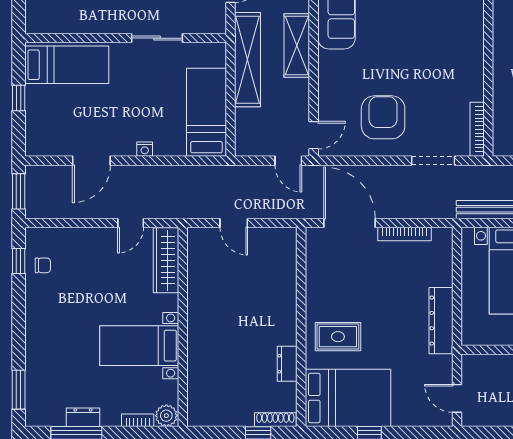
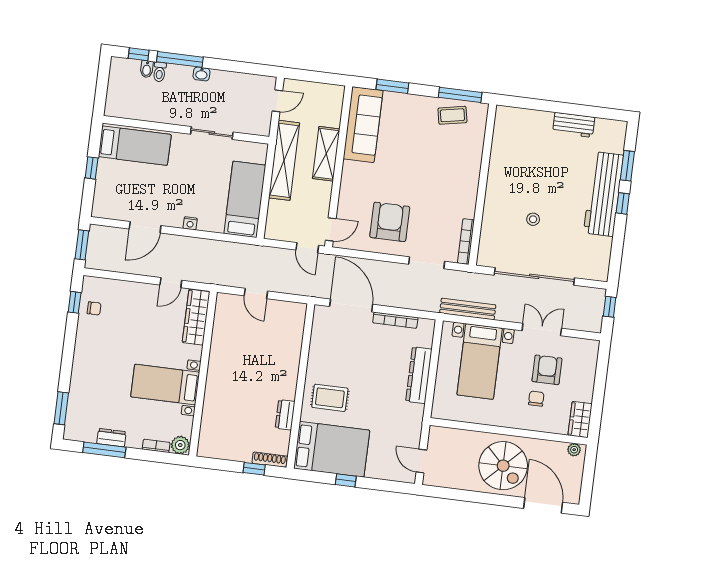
dresser: (441, 321) -> (419, 375), moved

